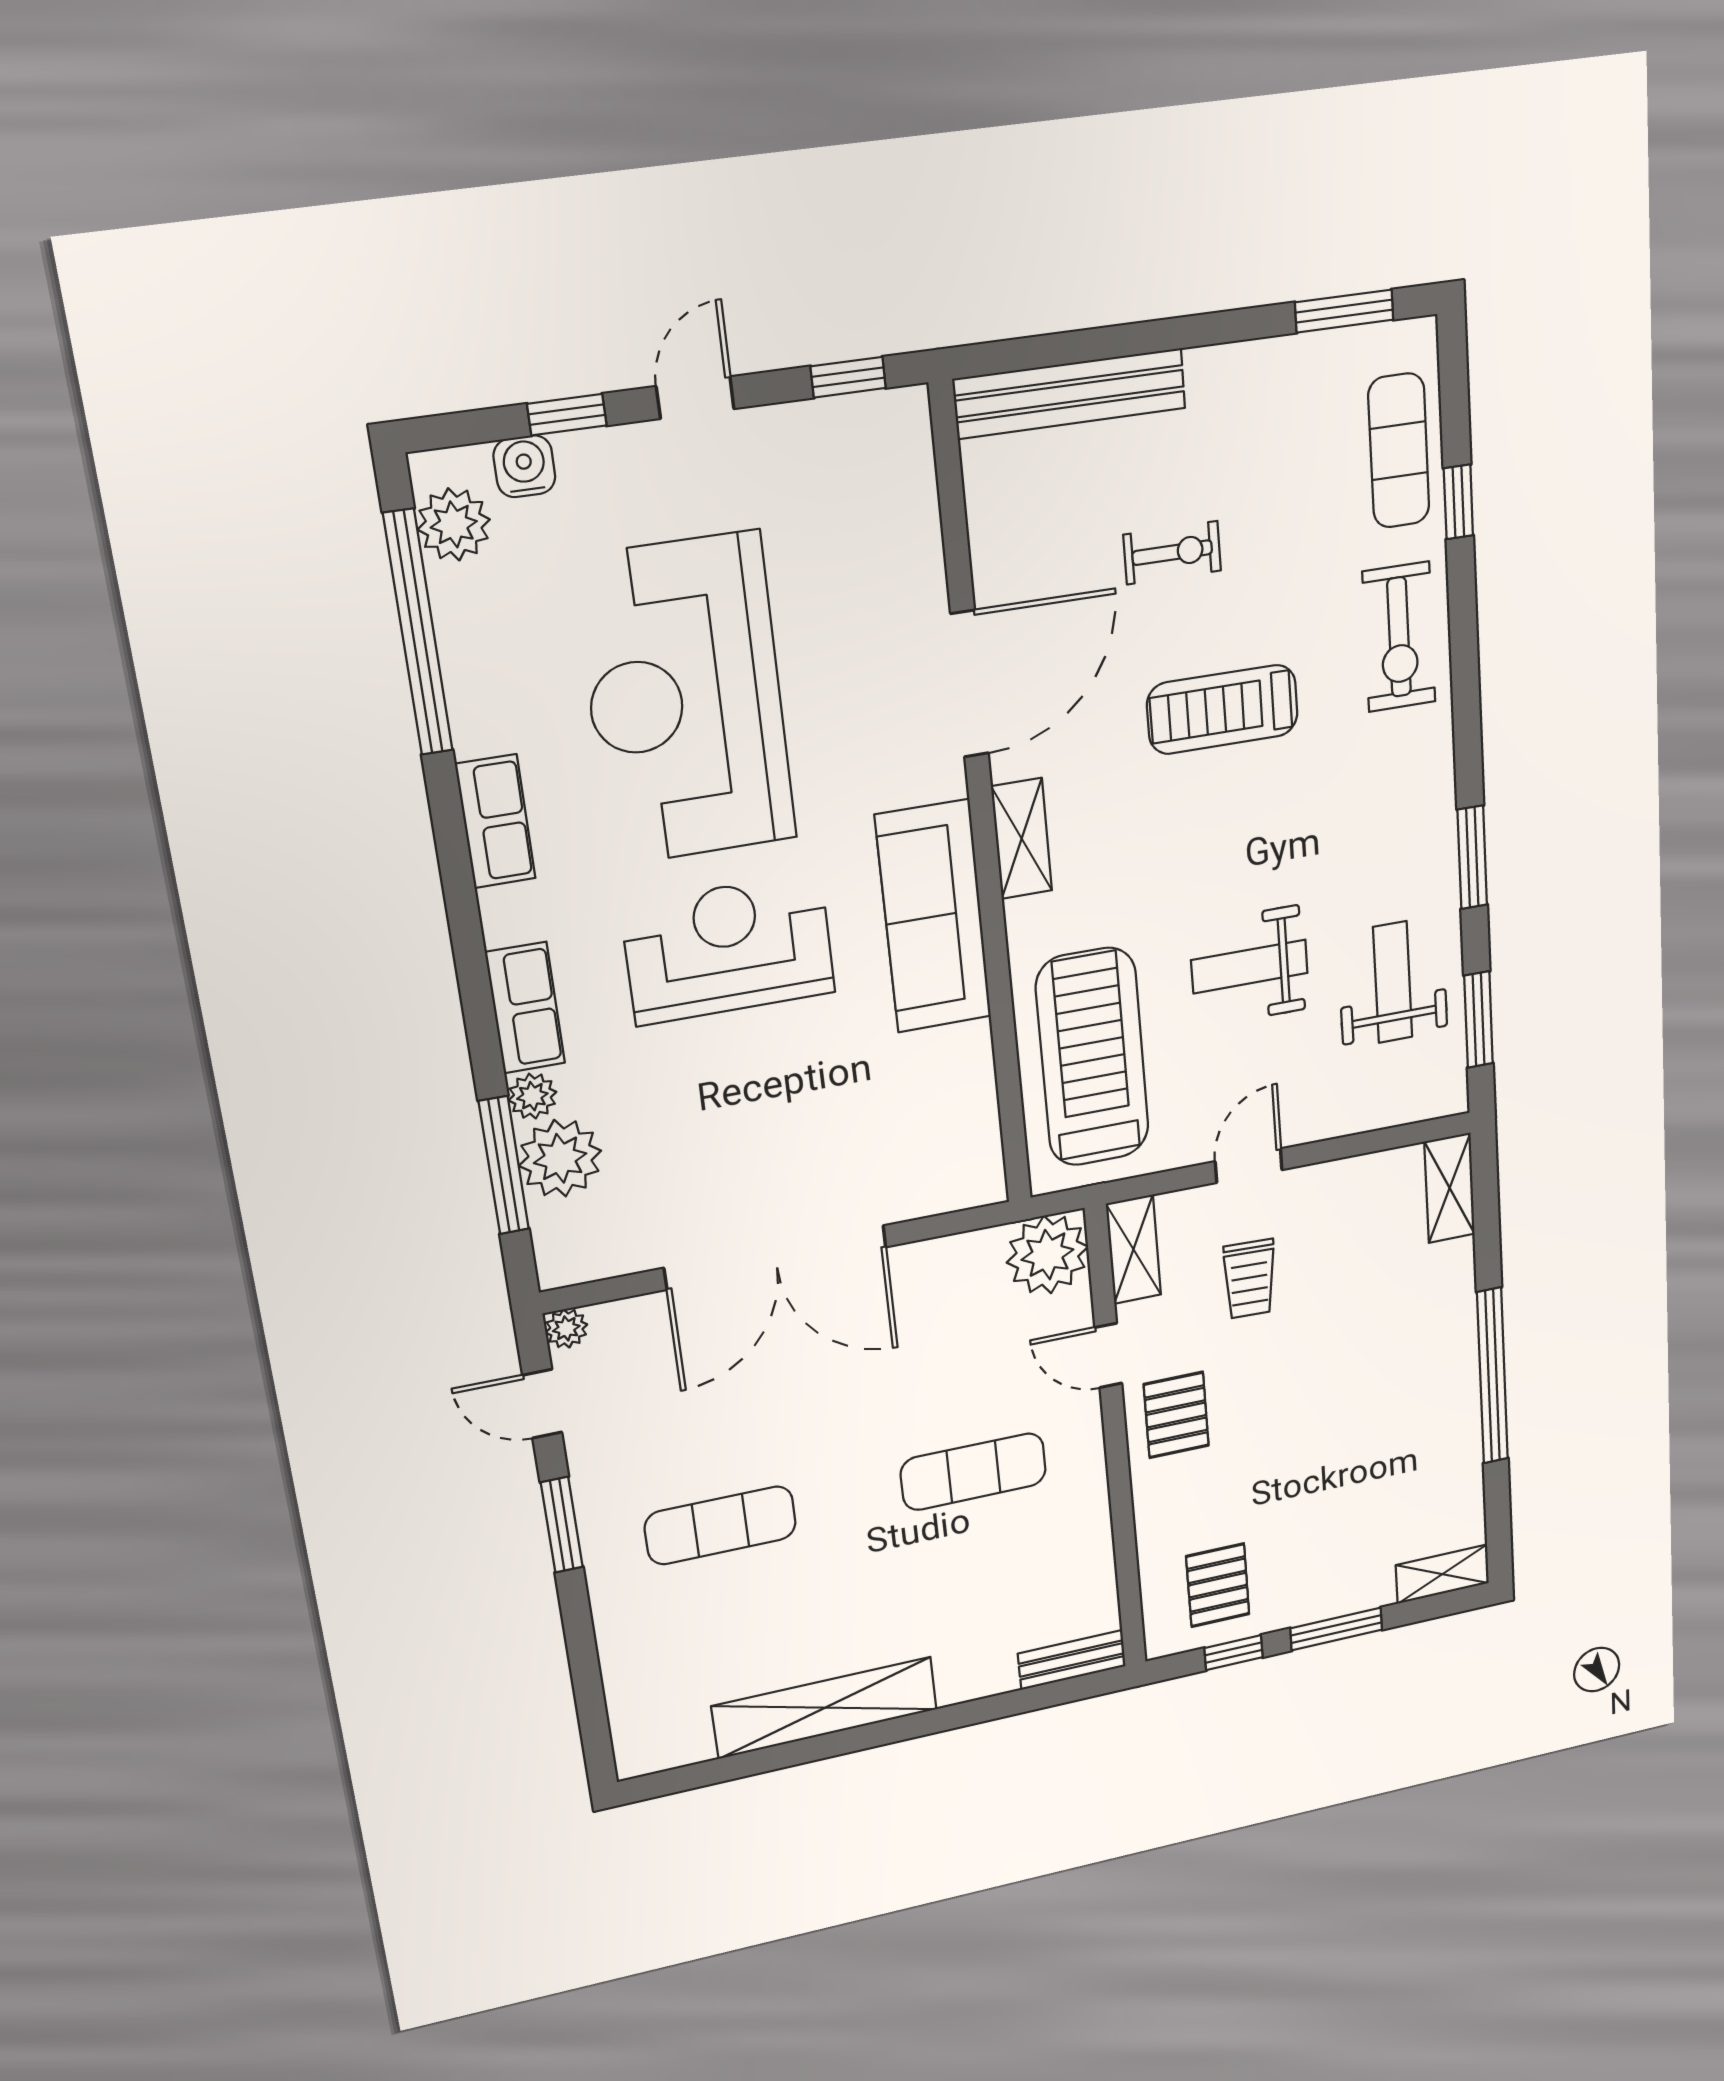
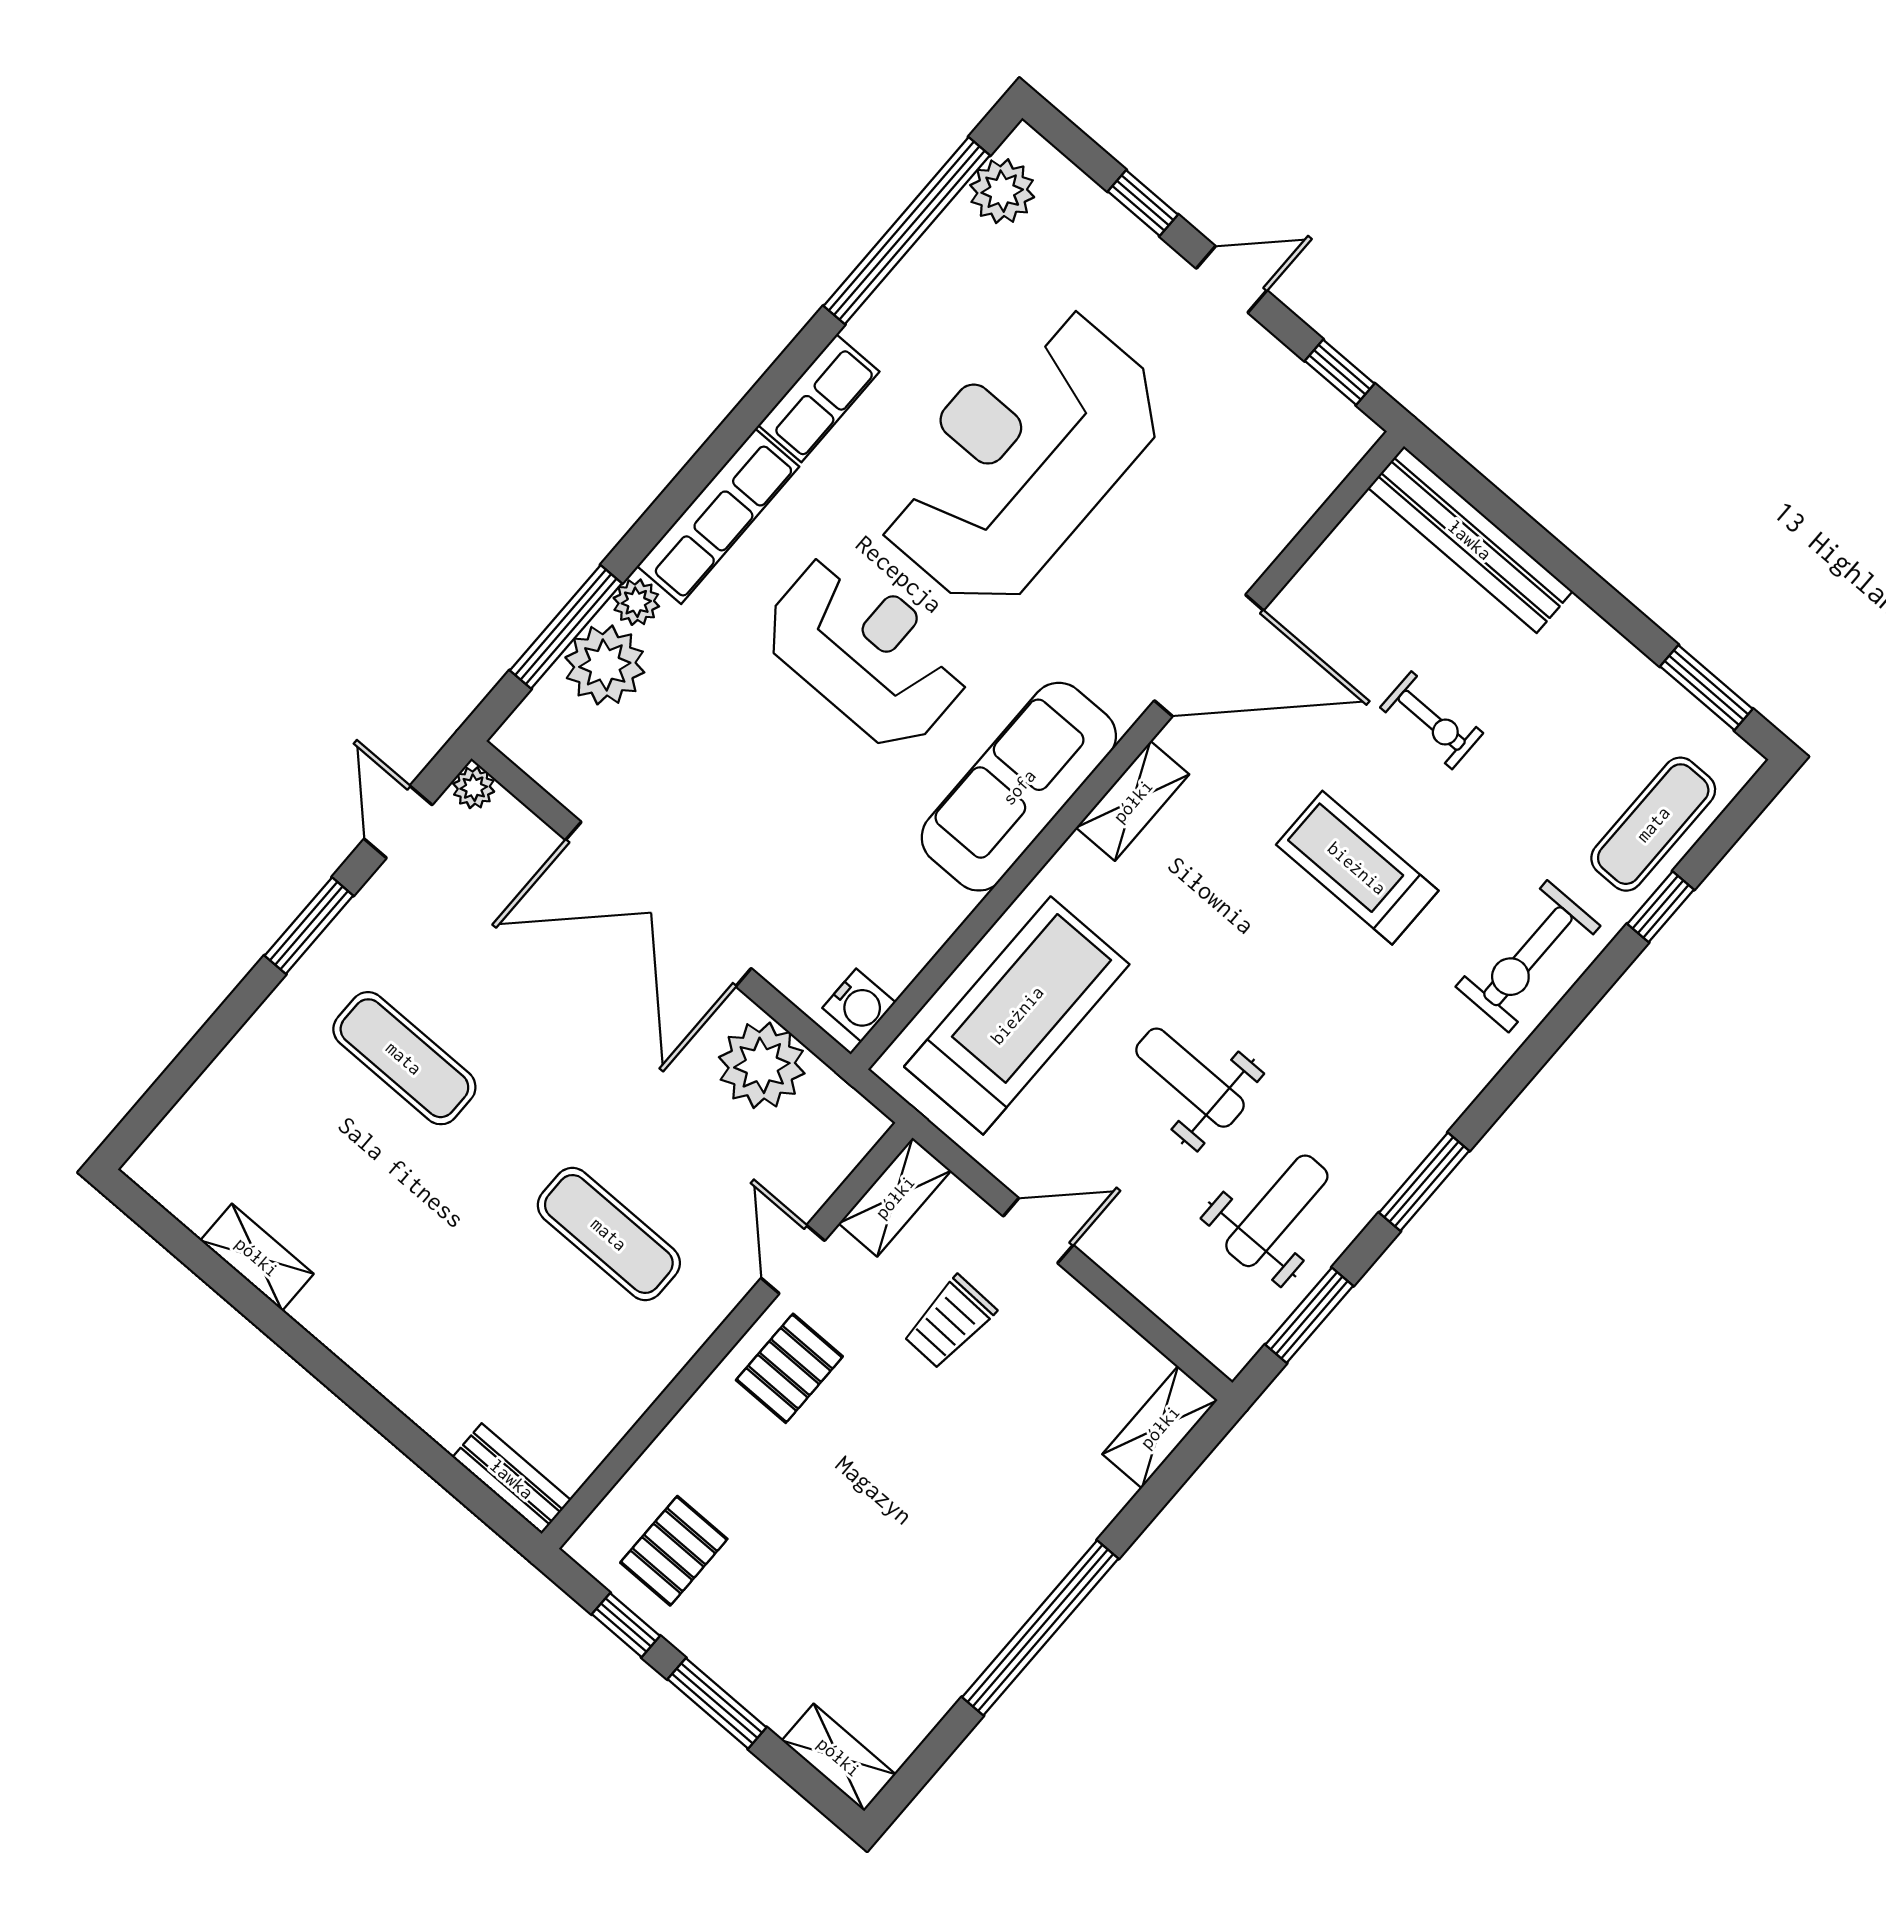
water cooler: (524, 466) -> (859, 1005), moved, turned 90
row of seats: (525, 1008) -> (718, 516), width x1.48
plant: (1047, 1255) -> (762, 1065), moved
shelving: (825, 1708) -> (257, 1257), width x0.45, depth x0.75

